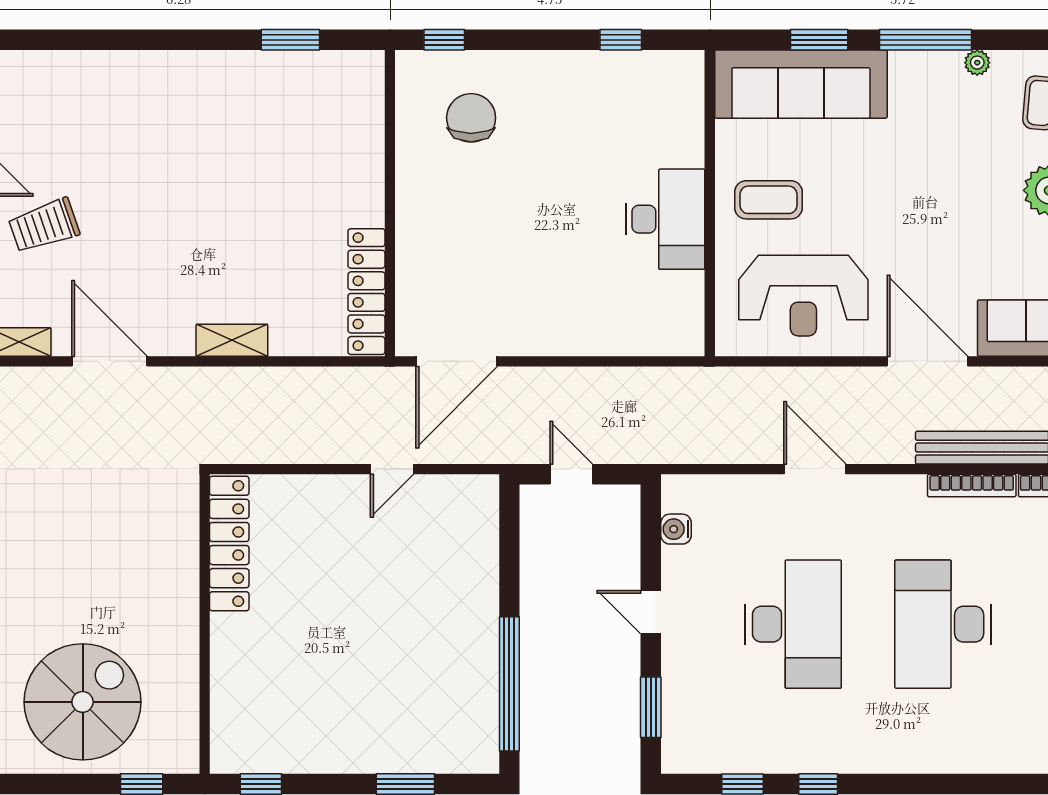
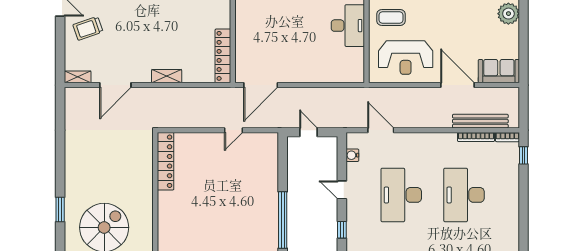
door: (109, 361) -> (115, 85), swing flipped
door: (815, 469) -> (381, 130), moved
desk: (793, 624) -> (401, 195), turned 180
window: (651, 707) -> (342, 230), width x0.67

